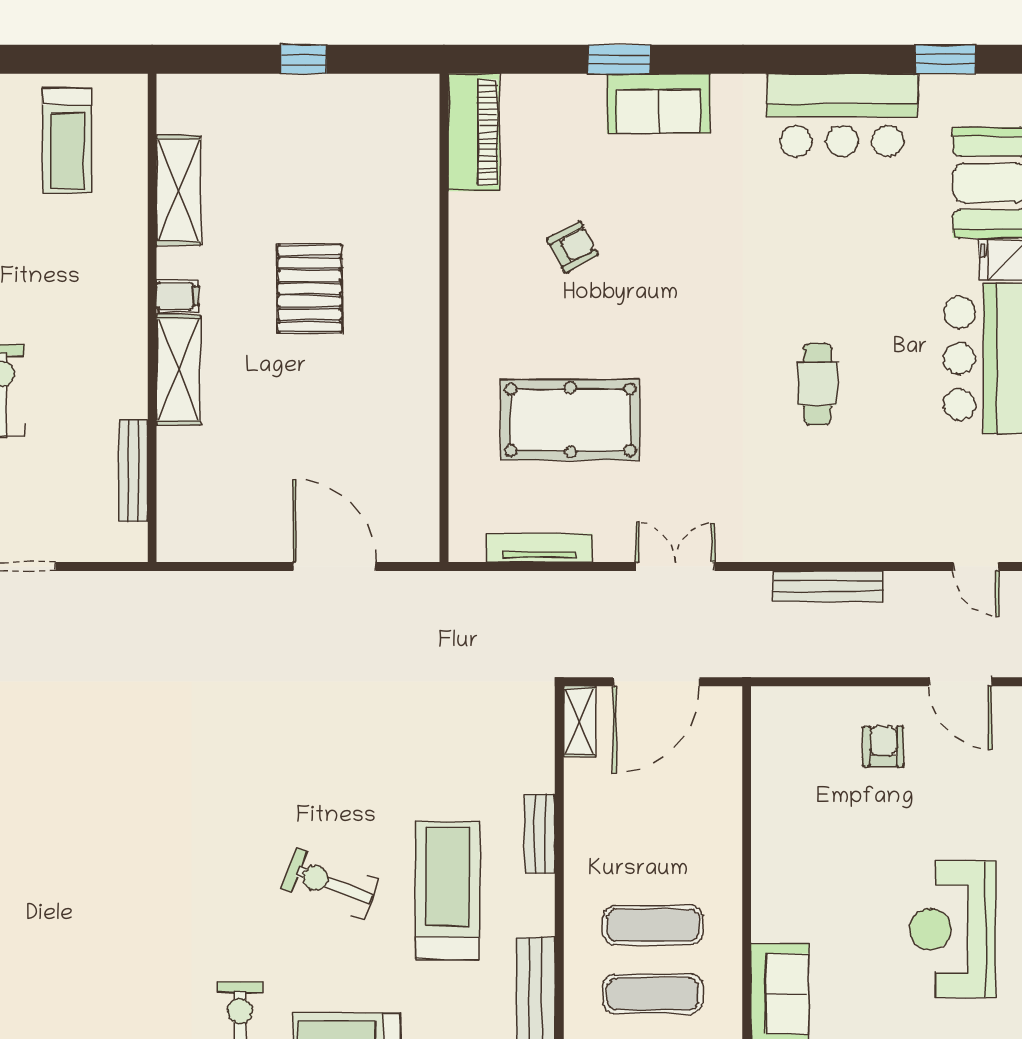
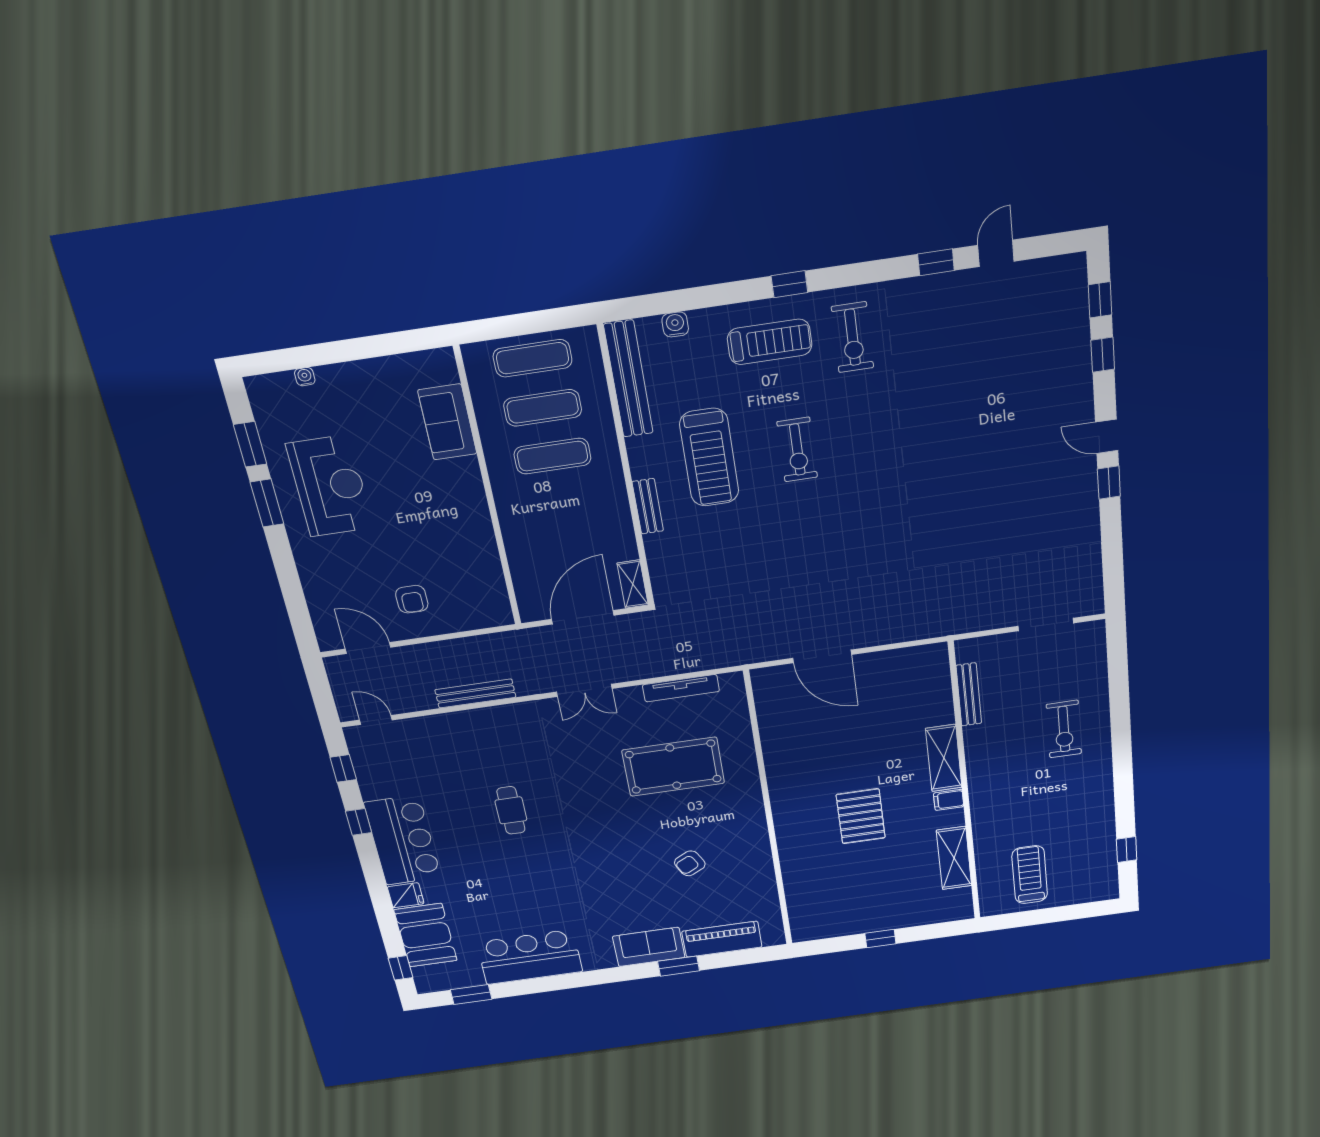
piano: (474, 132) -> (722, 939), moved, turned 90
exercise bike: (330, 884) -> (797, 450), turned 69

